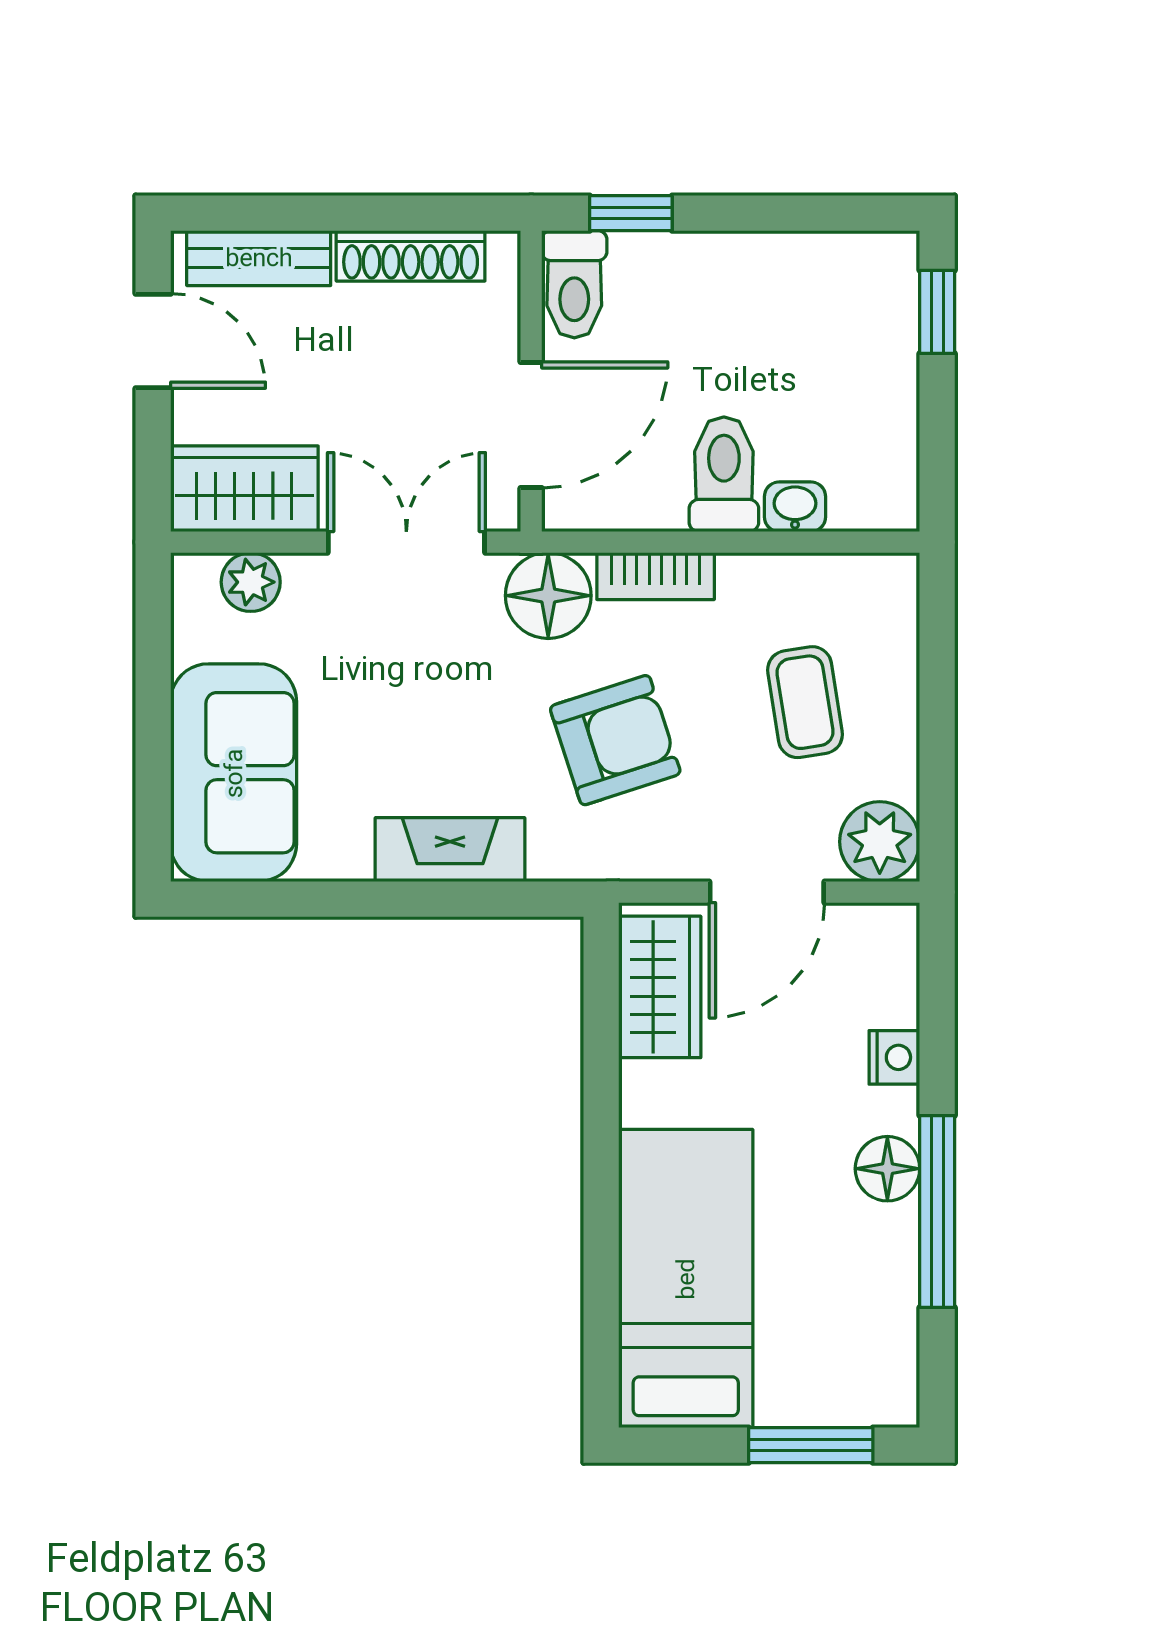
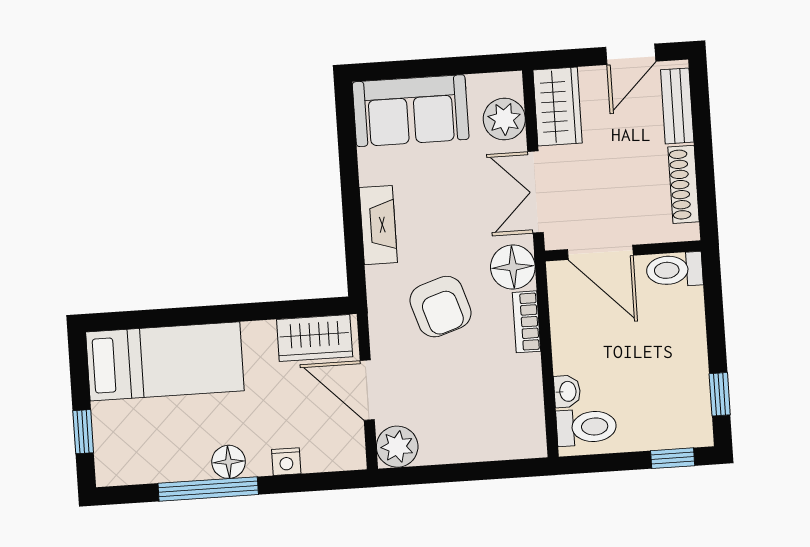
window: (631, 213) -> (720, 394), moved
toilet: (724, 474) -> (586, 427), moved
double door: (406, 542) -> (536, 192), swing flipped
plant: (251, 582) -> (504, 119), width x1.38, depth x1.38
coffee table: (805, 702) -> (467, 403), removed
window: (811, 1445) -> (83, 432), width x0.67

